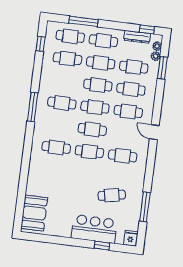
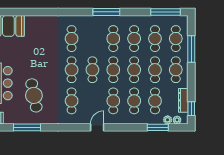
window: (41, 44) -> (166, 12), width x2.17
cafe table: (65, 81) -> (134, 39), added
cafe table: (112, 195) -> (34, 95), width x1.37, depth x1.35

